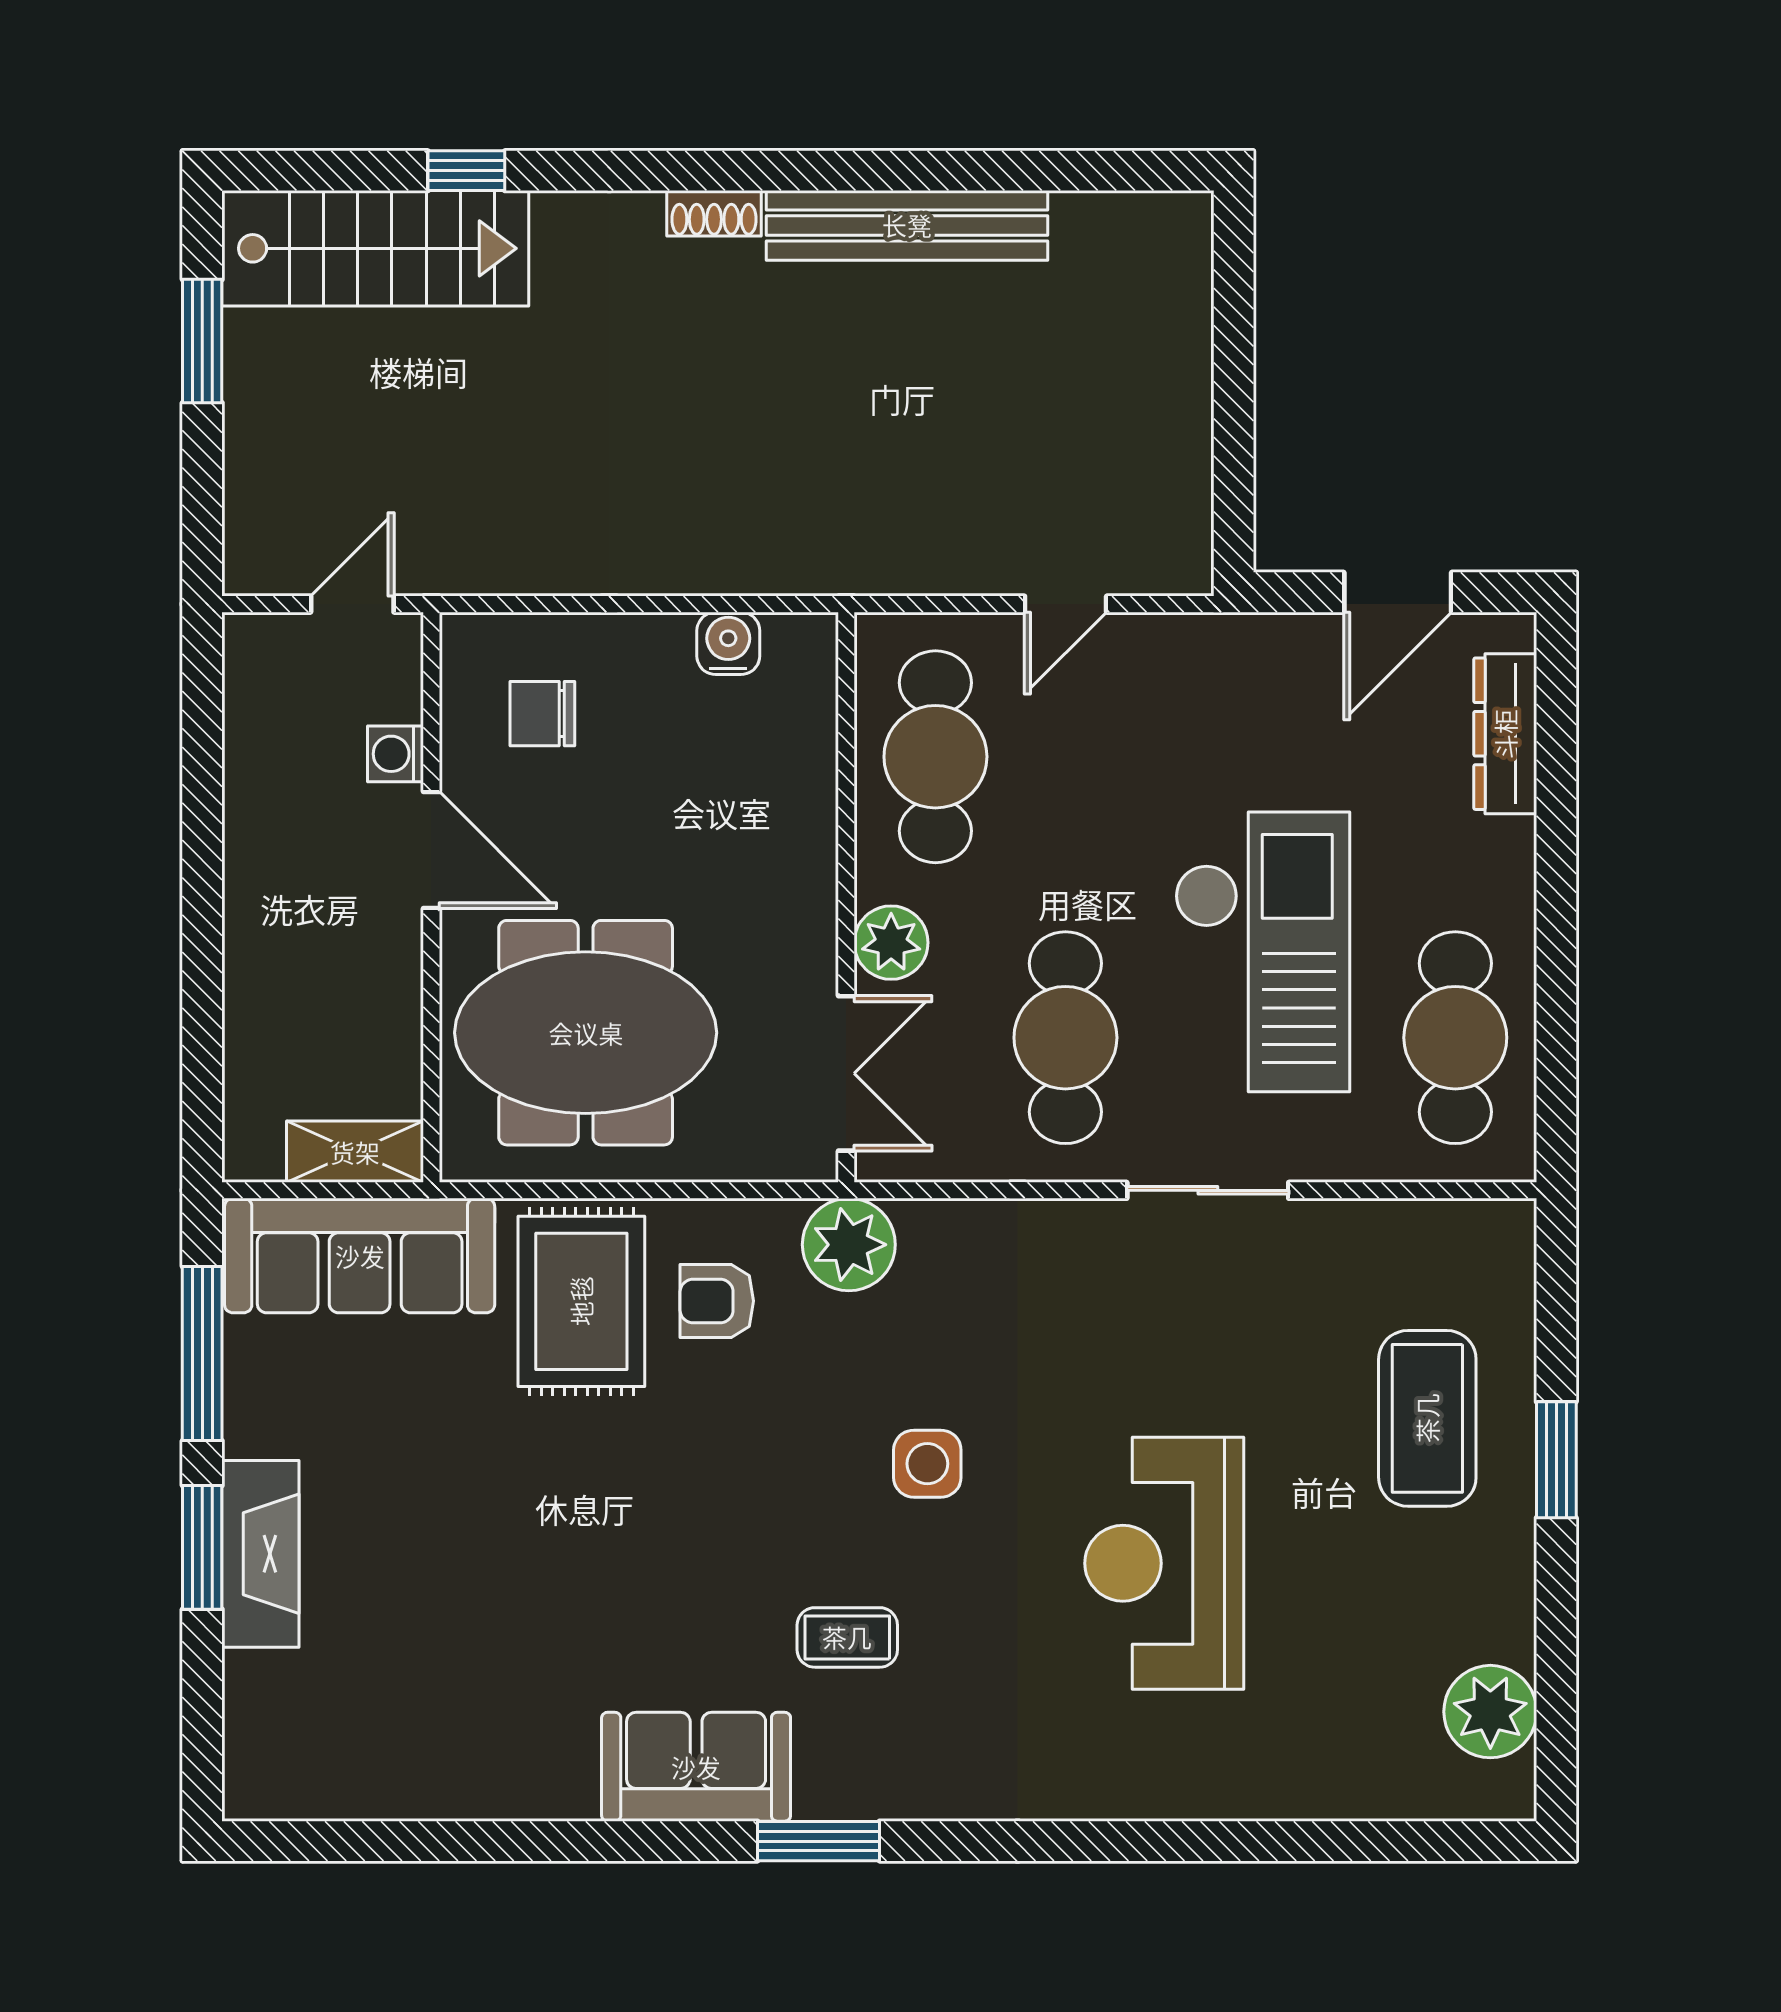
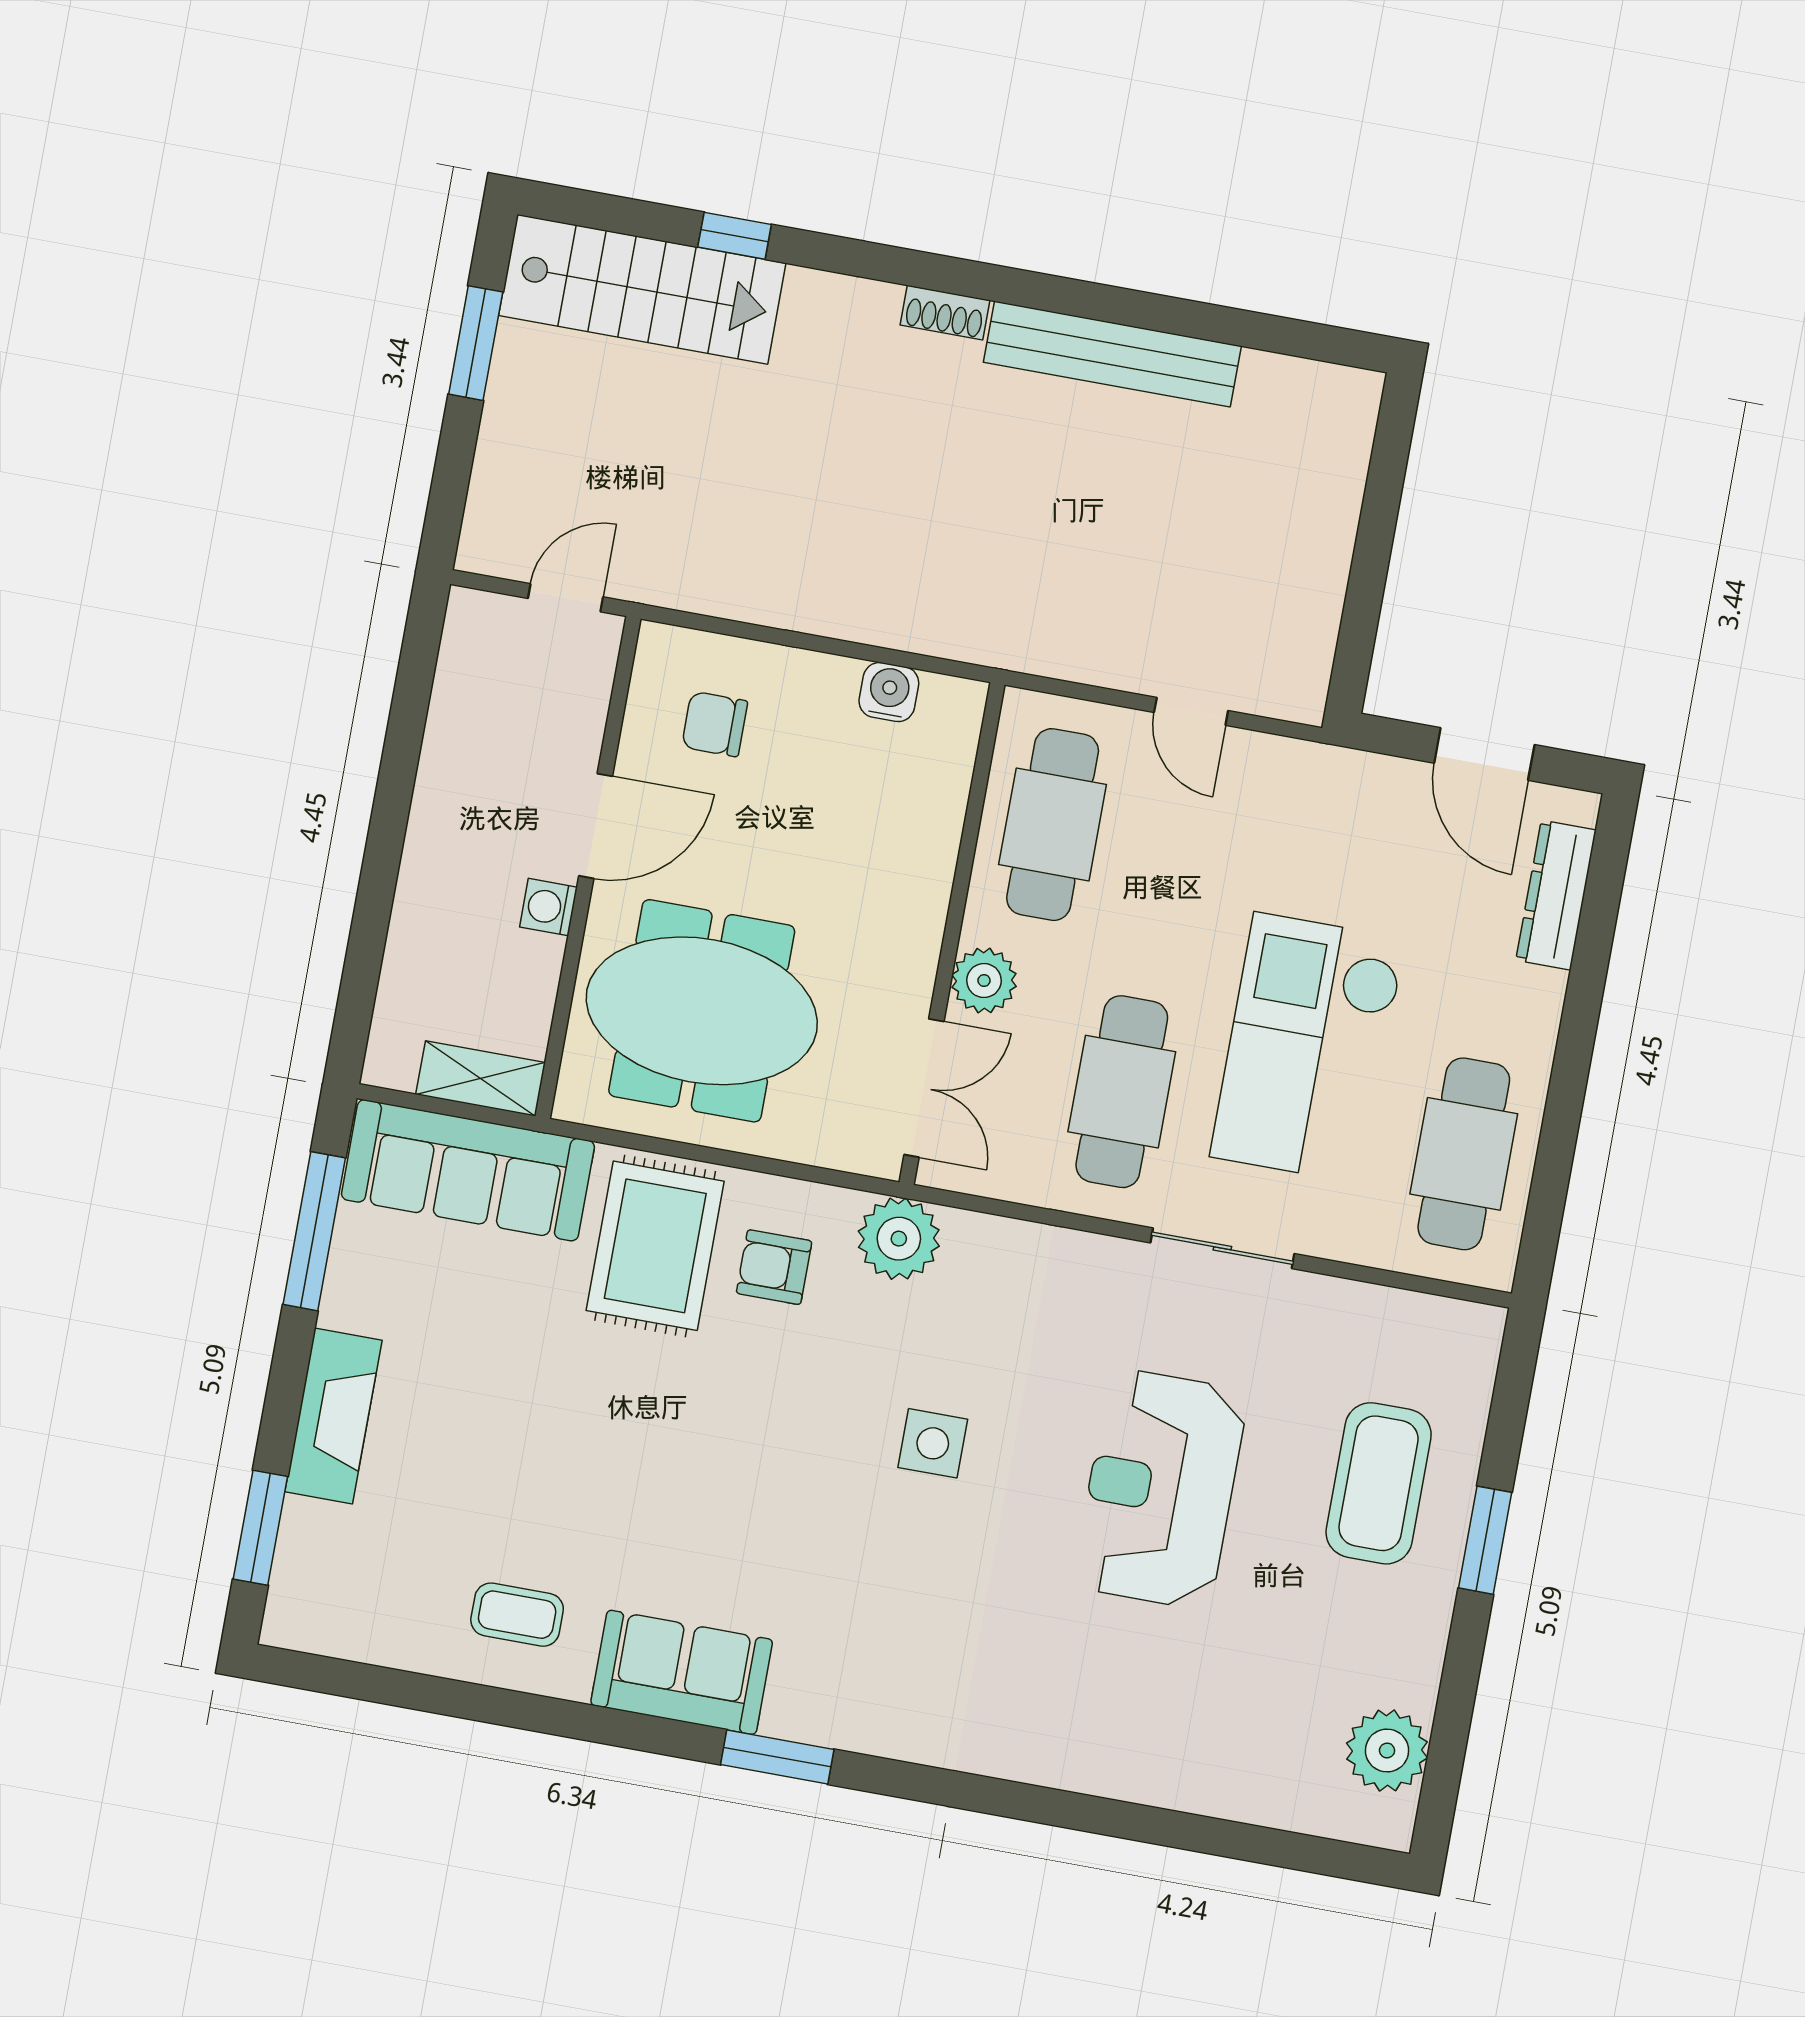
door: (1398, 592) -> (1484, 754), hinge flipped
door: (1066, 604) -> (1191, 711), hinge flipped
washing machine: (396, 754) -> (548, 907), moved
door: (431, 850) -> (596, 826), hinge flipped
checkout: (1262, 952) -> (1308, 1048), turned 180
window: (202, 1547) -> (260, 1528), moved
reception desk: (1164, 1563) -> (1160, 1489), moved
coffee table: (847, 1637) -> (517, 1615), moved

